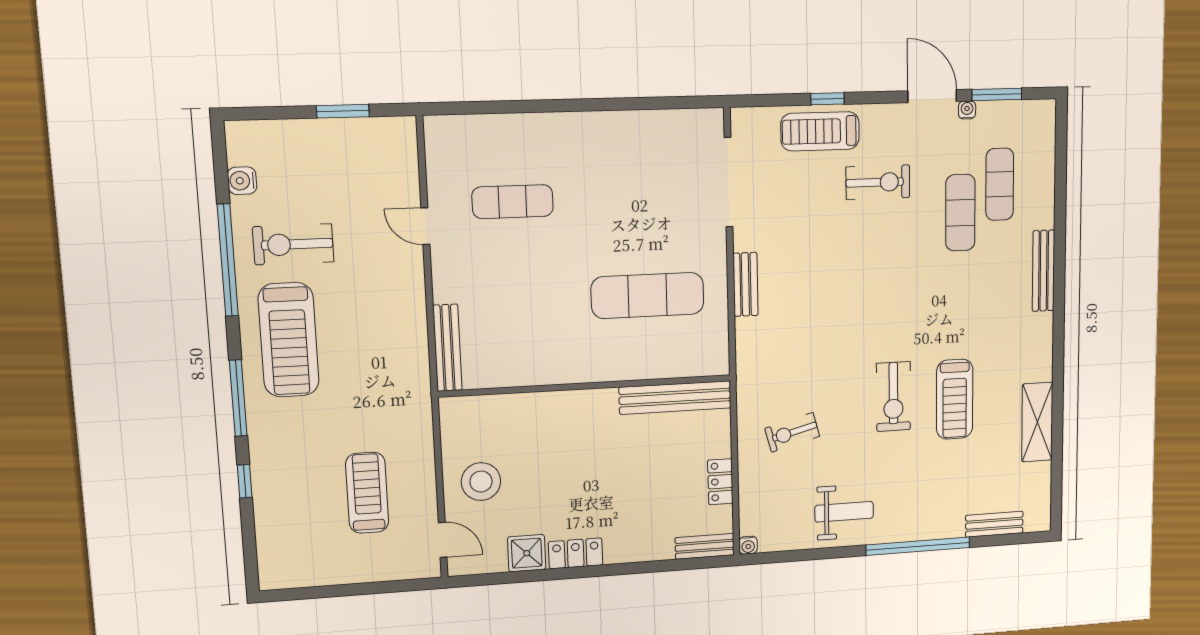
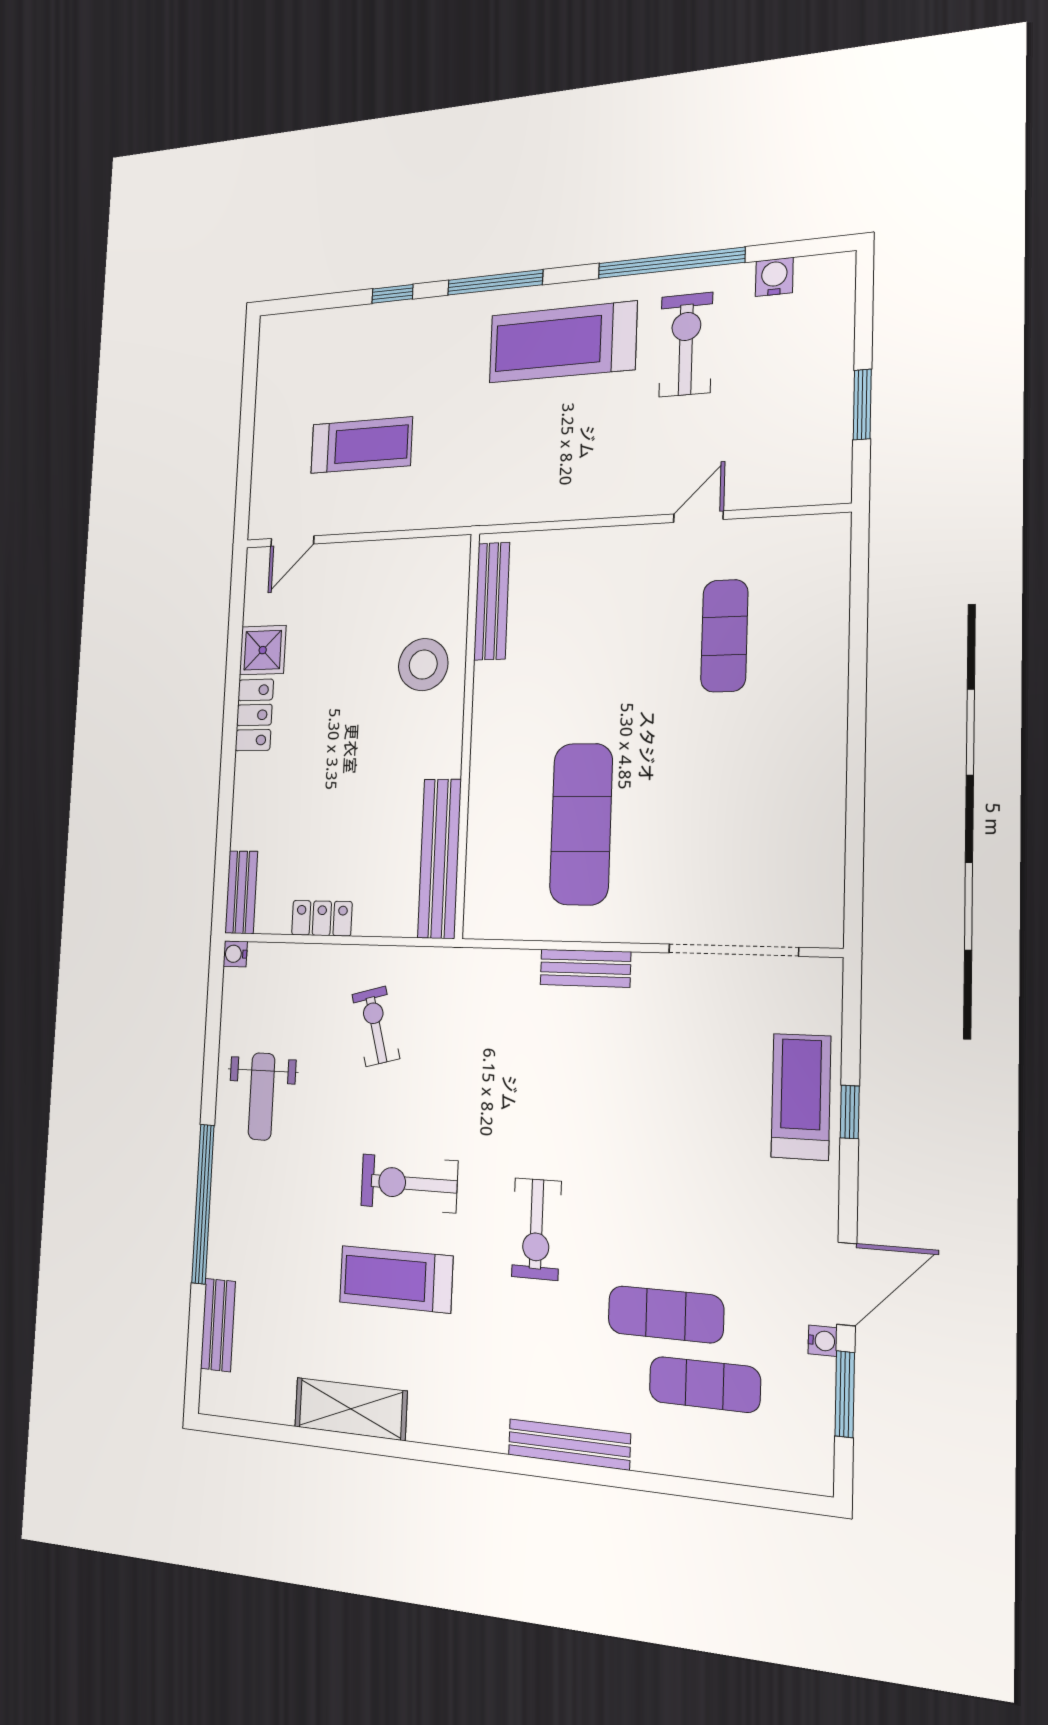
exercise bike: (878, 182) -> (536, 1229), moved
bench: (447, 348) -> (492, 601), moved, turned 90
stool: (481, 482) -> (423, 665), moved

